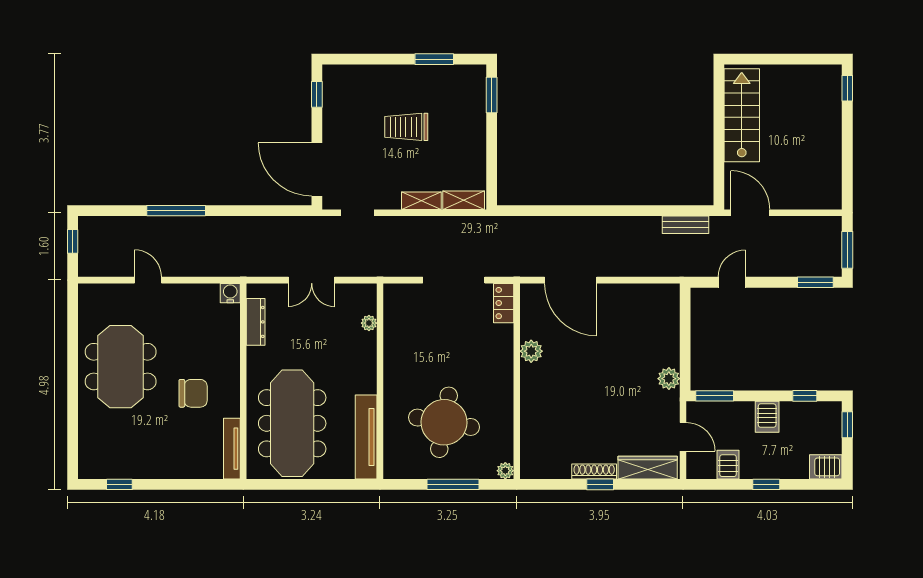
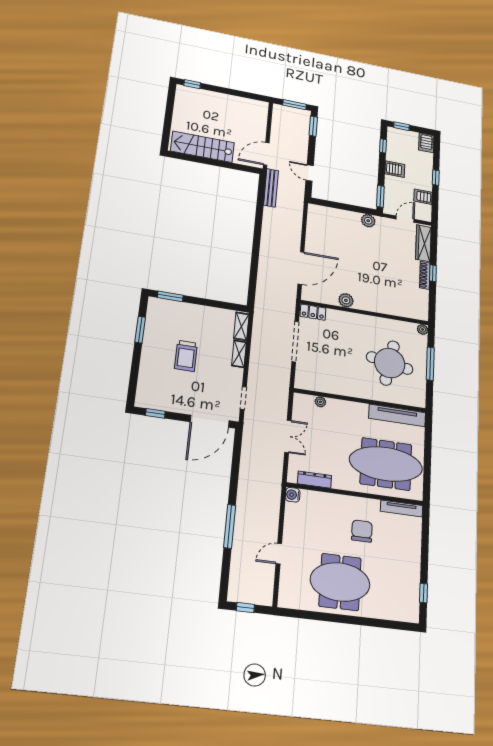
bench: (686, 225) -> (271, 188), width x1.36

